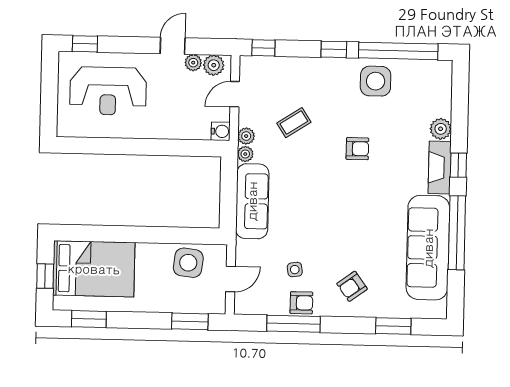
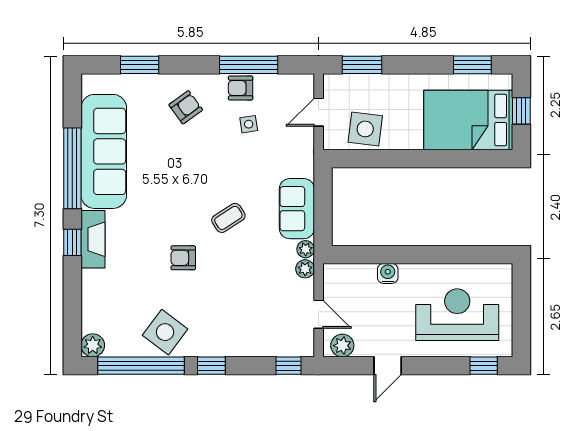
plant: (193, 63) -> (365, 348), removed
side table: (376, 81) -> (165, 332), turned 37
door: (235, 94) -> (319, 314), hinge flipped
coffee table: (294, 123) -> (228, 218), moved
plant: (441, 129) -> (93, 345), moved
water cooler: (221, 131) -> (388, 273), moved, turned 90
sofa: (252, 201) -> (297, 209), width x0.73

